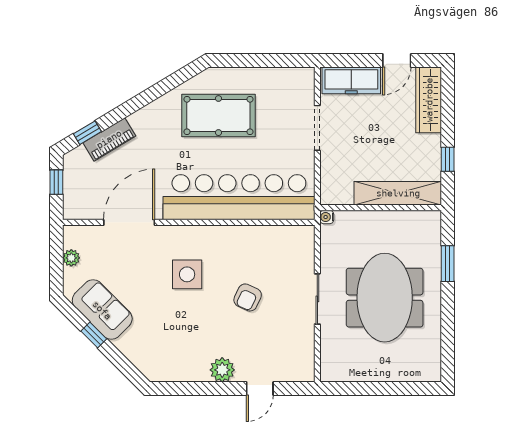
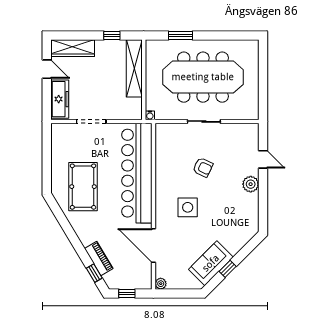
plant: (71, 258) -> (161, 284), moved
meeting table: (385, 298) -> (203, 77), width x1.36

